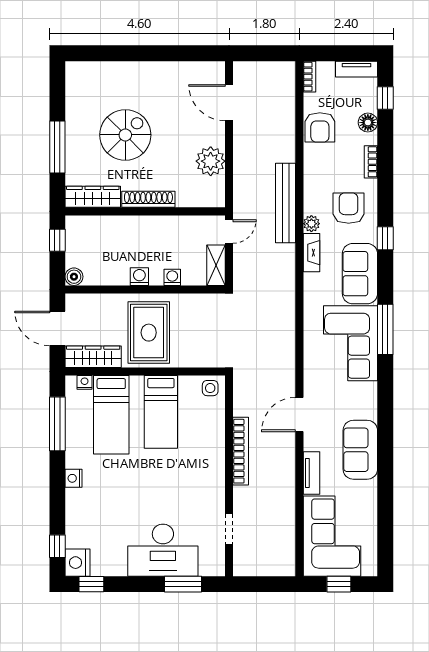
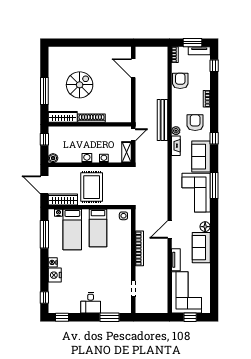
window: (344, 53) -> (193, 43), added
floor lamp: (368, 123) -> (205, 227), moved
armchair: (320, 127) -> (180, 81), turned 180
plant: (211, 161) -> (124, 98), removed
desk: (163, 550) -> (91, 303), width x0.53, depth x0.77
nightstand: (77, 563) -> (55, 275), moved

